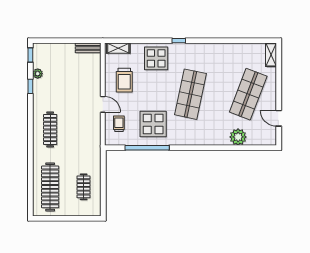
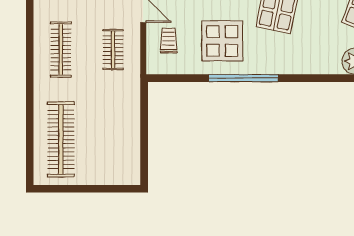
window: (147, 148) -> (243, 78), moved
clothes rail: (84, 187) -> (113, 49), moved

